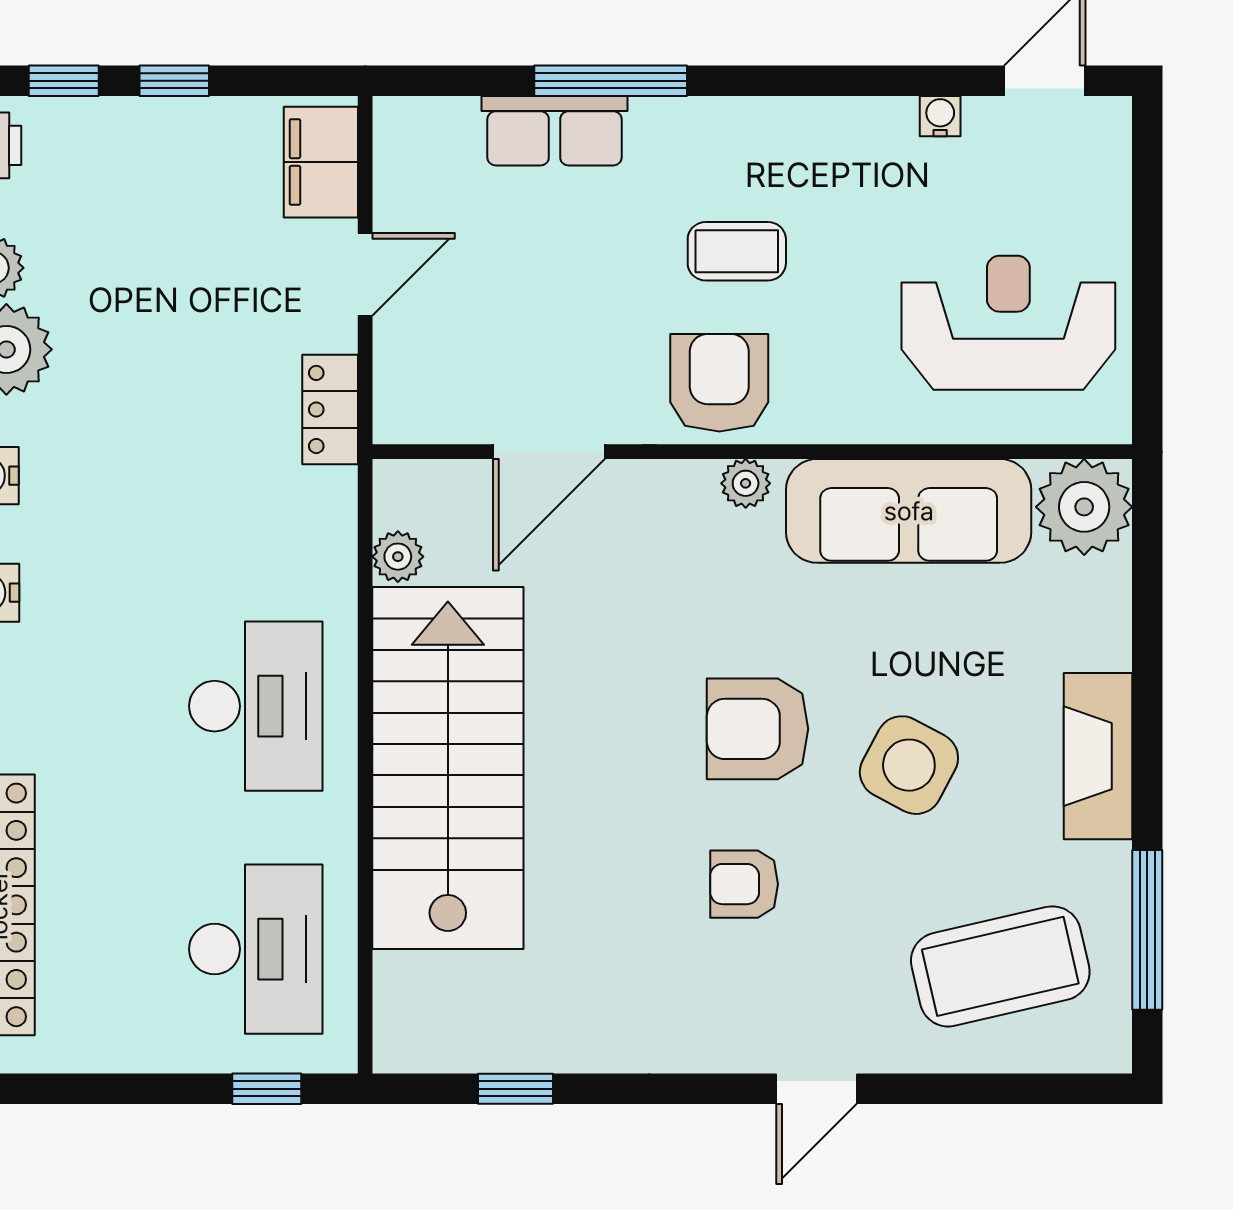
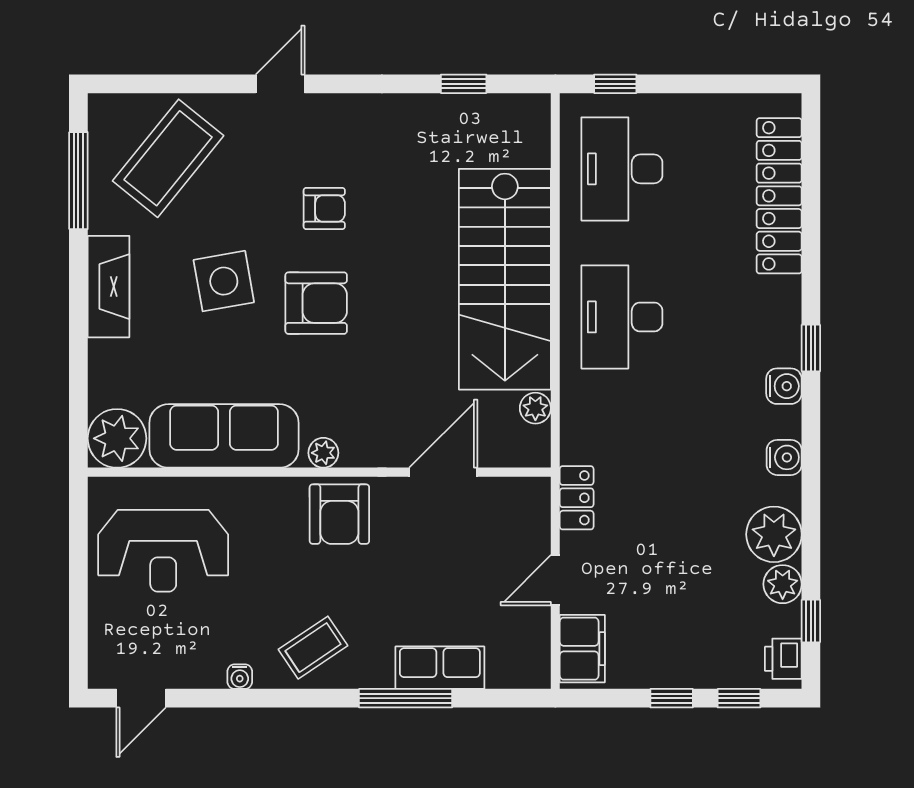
water cooler: (940, 116) -> (240, 677), moved
coffee table: (737, 251) -> (313, 648), moved, turned -34
side table: (909, 765) -> (224, 281), turned -38
coffee table: (1000, 966) -> (168, 158), turned -38

